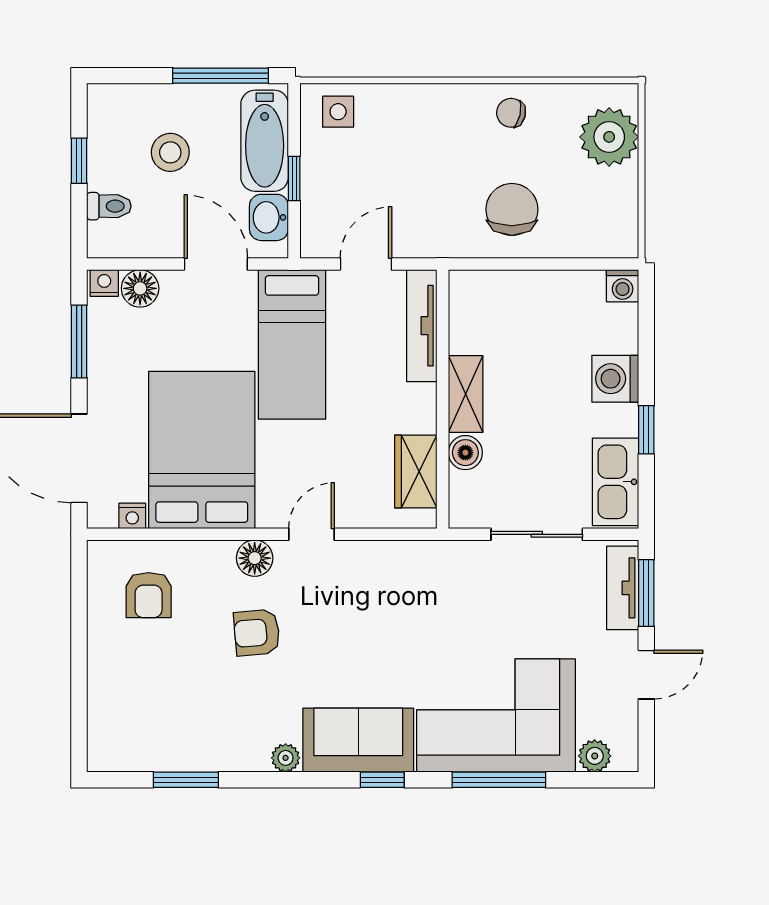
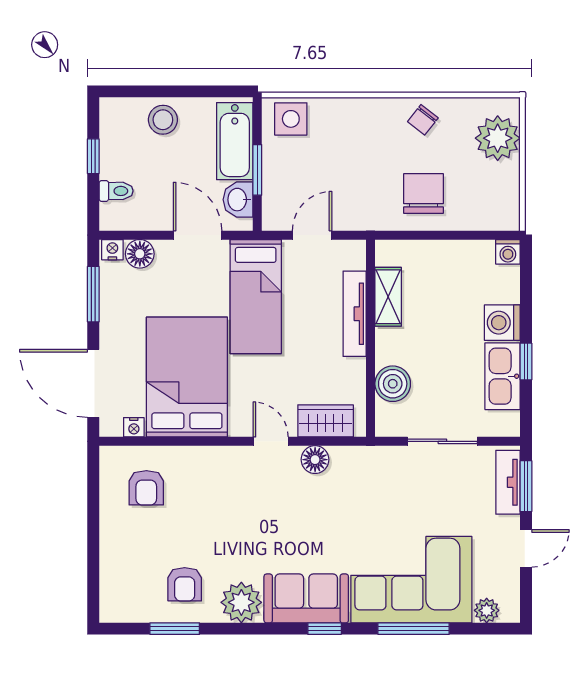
window: (220, 76) -> (201, 91), removed
side table: (338, 112) -> (291, 119), width x1.37, depth x1.37
chair: (511, 113) -> (423, 120), turned -65
stool: (170, 152) -> (163, 120), moved
window: (294, 178) -> (257, 170), width x1.50
tv unit: (422, 326) -> (355, 314), moved
shelving: (466, 394) -> (388, 297), moved
boiler: (465, 453) -> (393, 384), width x1.36, depth x1.36
wardrobe: (416, 471) -> (326, 421), moved, turned 90
kitchen sink: (616, 482) -> (503, 376), moved
door: (311, 534) -> (271, 441), hinge flipped
floor lamp: (255, 558) -> (315, 460), moved
armchair: (257, 633) -> (185, 584), moved, turned -85
plant: (286, 758) -> (241, 602), width x1.88, depth x1.88

